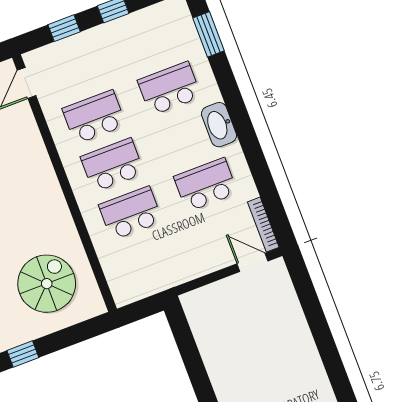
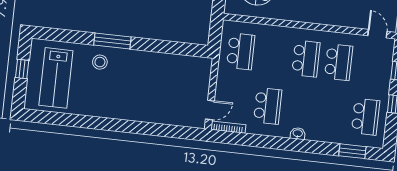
school desk: (169, 89) -> (366, 117), moved
washbasin: (219, 125) -> (298, 134), width x0.52, depth x0.69
school desk: (131, 213) -> (241, 51), moved

